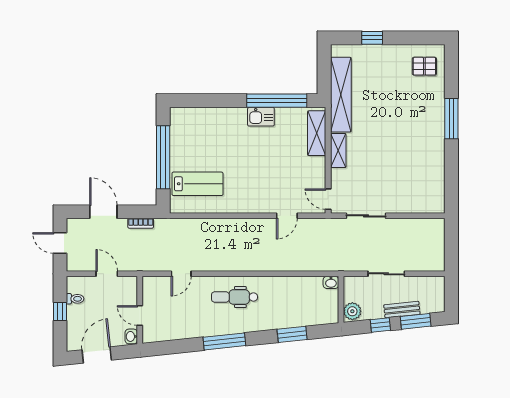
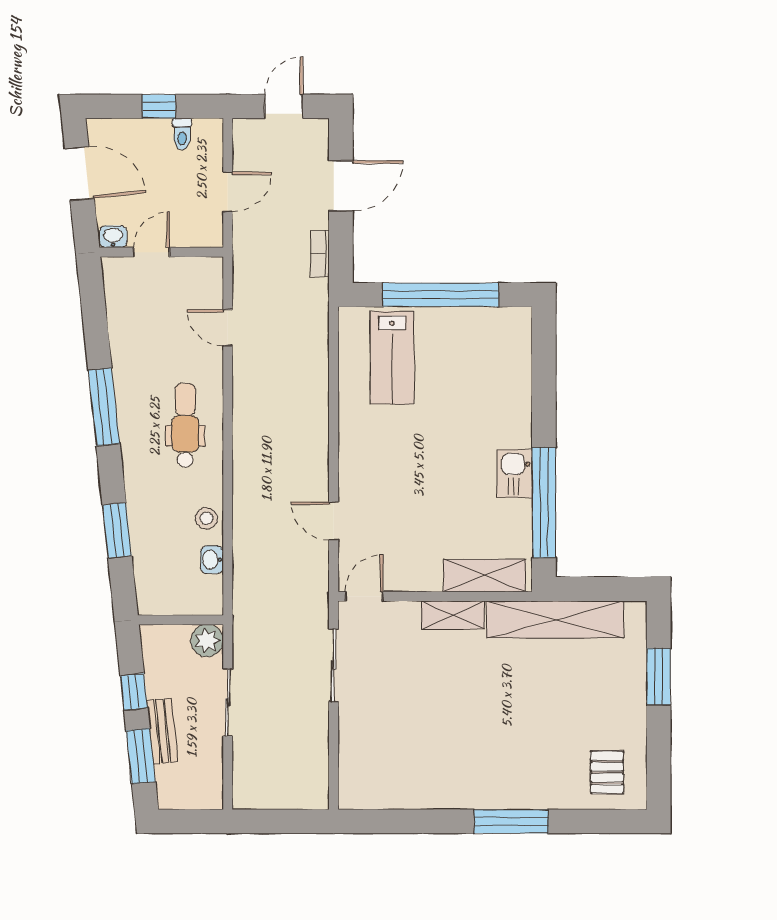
window: (372, 38) -> (659, 677), width x1.50
washbasin: (331, 282) -> (212, 560), moved
stool: (285, 285) -> (207, 518), added
plant: (352, 311) -> (207, 641), moved

